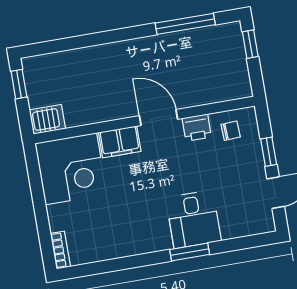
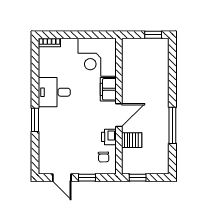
window: (185, 24) -> (172, 125), moved
window: (250, 44) -> (138, 178), moved
server rack: (47, 119) -> (132, 140), moved, turned -90
desk: (193, 219) -> (54, 92), moved

